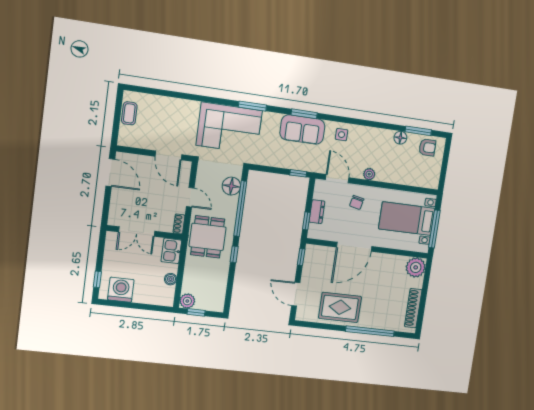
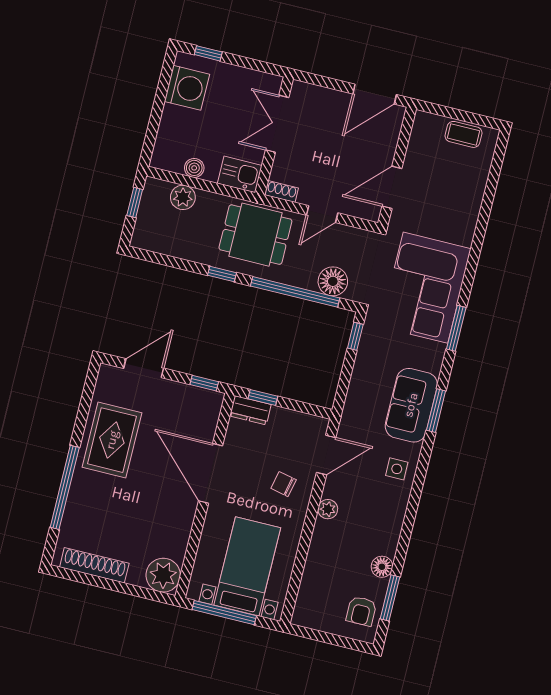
window: (298, 173) -> (355, 336), moved
dresser: (317, 212) -> (250, 410), moved
plant: (187, 301) -> (183, 197), moved

